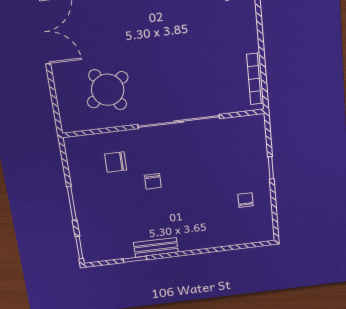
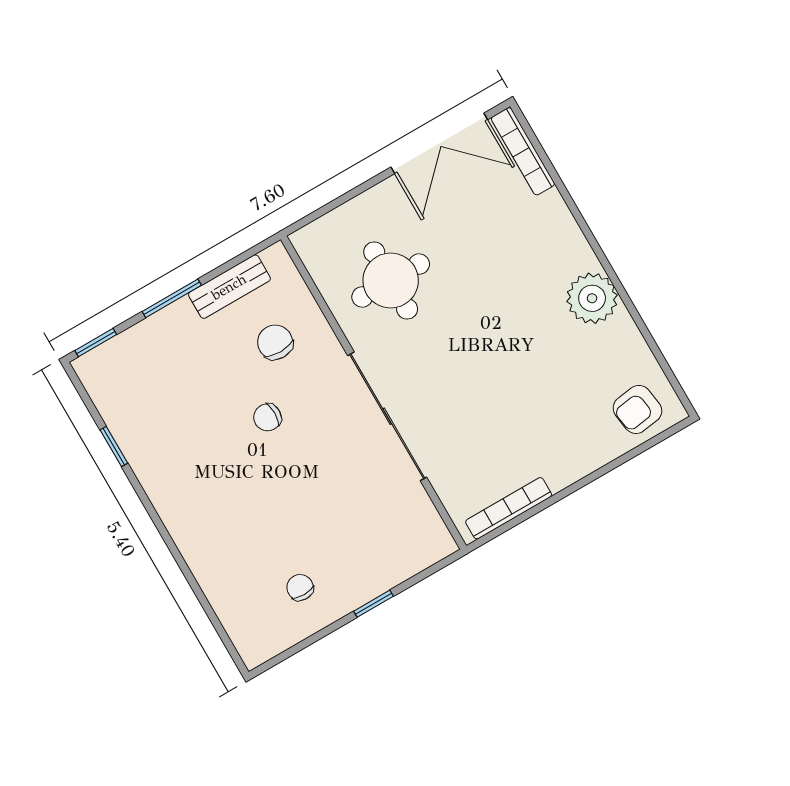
round table: (108, 90) -> (391, 281), turned 34
chair: (246, 200) -> (300, 587), turned -90
bench: (156, 247) -> (229, 287), moved, turned 90

